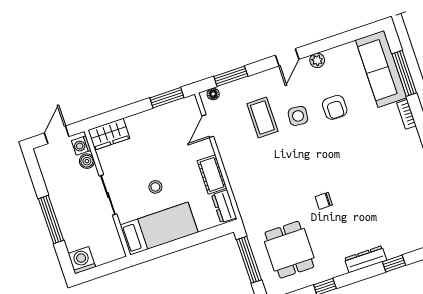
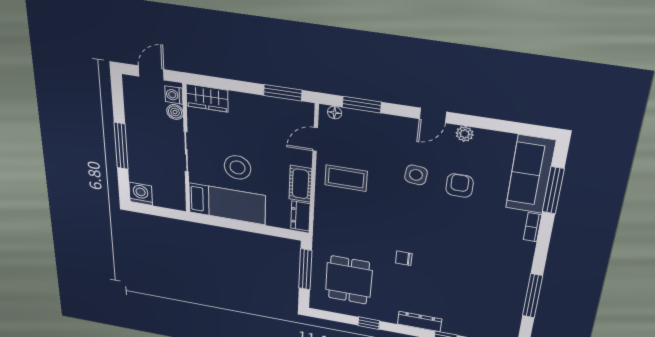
armchair: (335, 107) -> (460, 186), turned 180
coffee table: (262, 118) -> (346, 178), moved, turned 90
stool: (155, 187) -> (238, 167), width x1.89, depth x1.89

